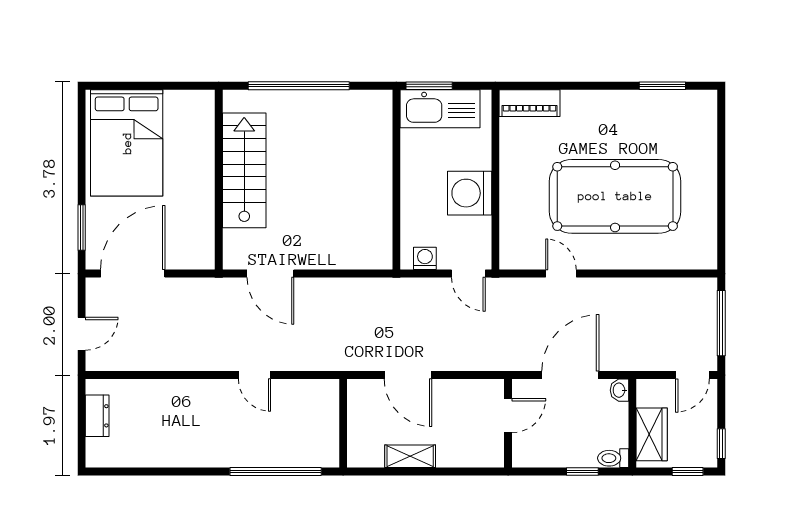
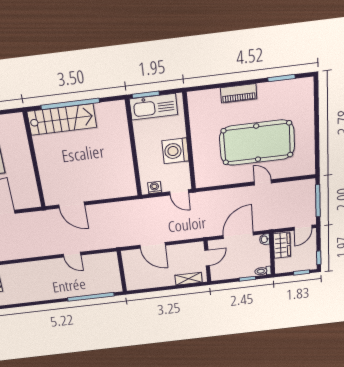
piano: (529, 103) -> (239, 93), moved
stairs: (244, 170) -> (62, 119), moved, turned 90
door: (561, 274) -> (263, 182), moved
wardrobe: (652, 434) -> (282, 245), moved
shelving: (410, 456) -> (189, 279), moved

